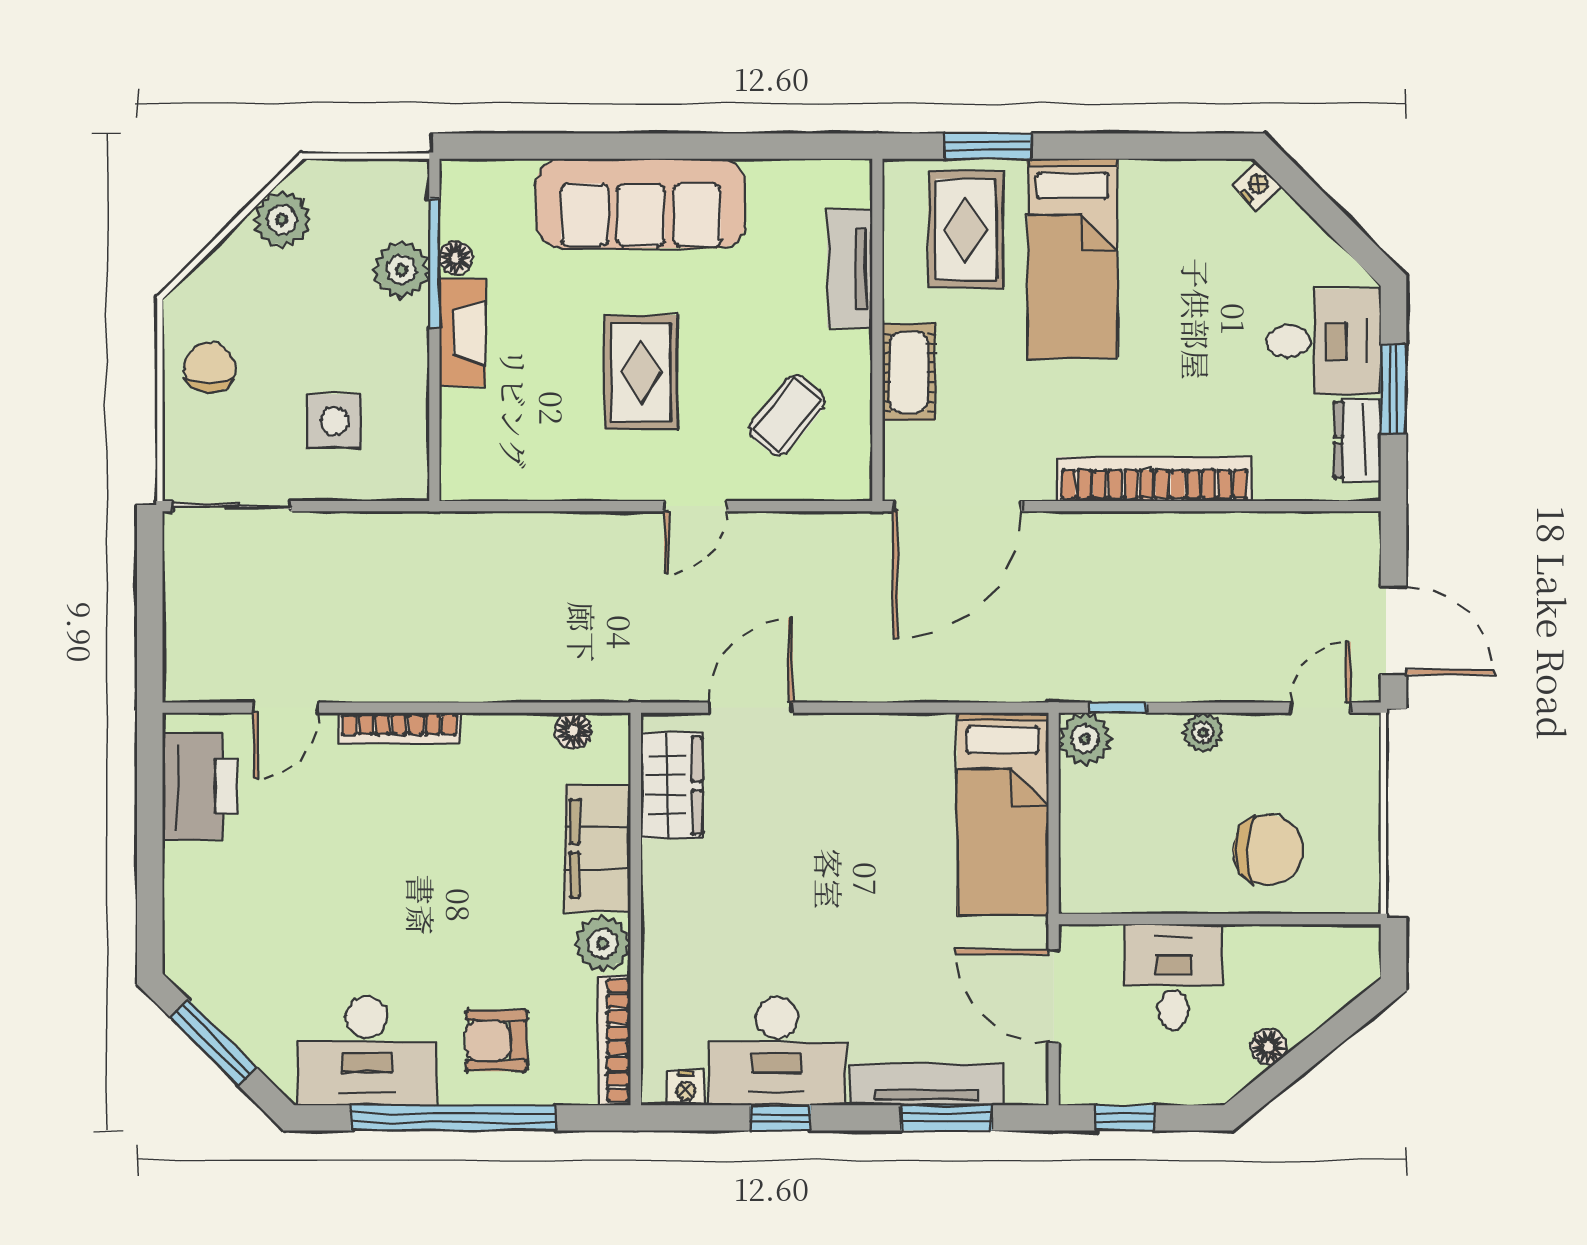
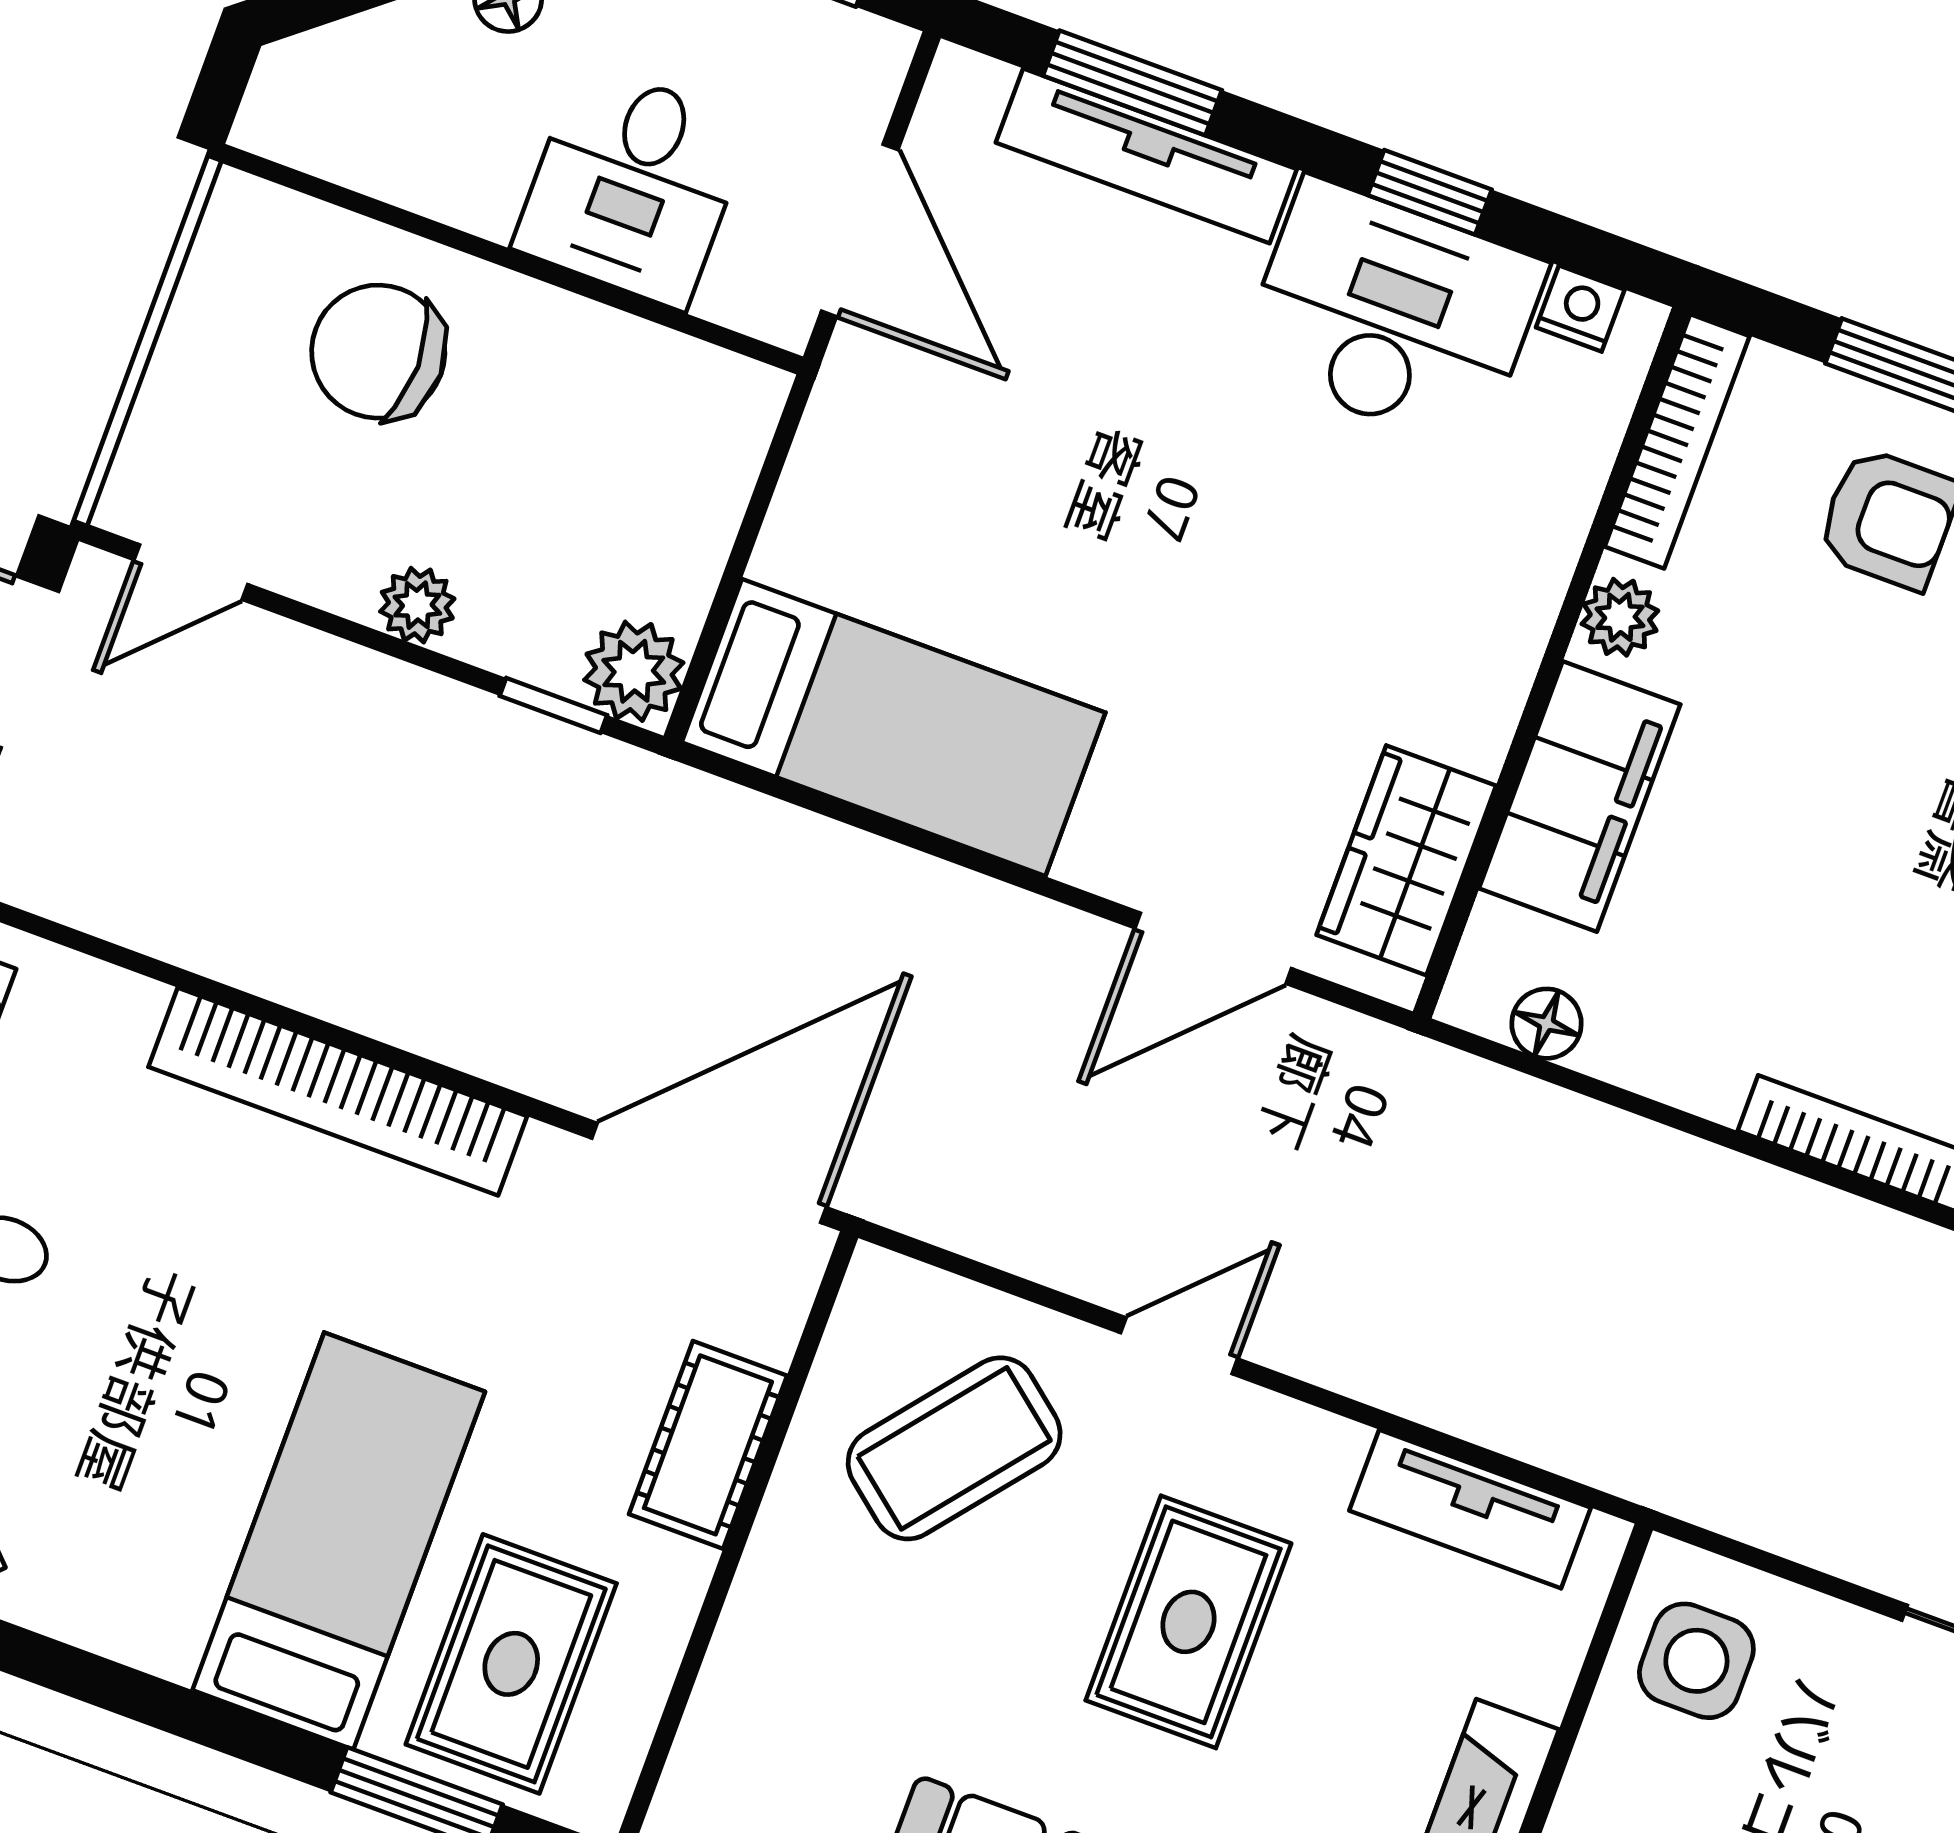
tv unit: (850, 269) -> (1470, 1509), moved, turned 90
coffee table: (787, 415) -> (954, 1448), width x1.36, depth x1.30
side table: (335, 421) -> (1696, 1661), moved
bed: (1003, 814) -> (894, 727), moved, turned 90
plant: (603, 944) -> (1620, 617), width x0.73, depth x0.73

